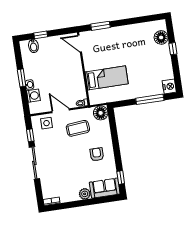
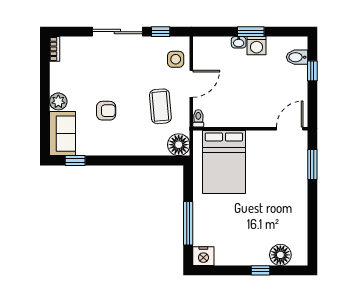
bed: (107, 78) -> (224, 162), width x1.50
washing machine: (33, 96) -> (257, 46), moved
armchair: (97, 154) -> (106, 111), moved

